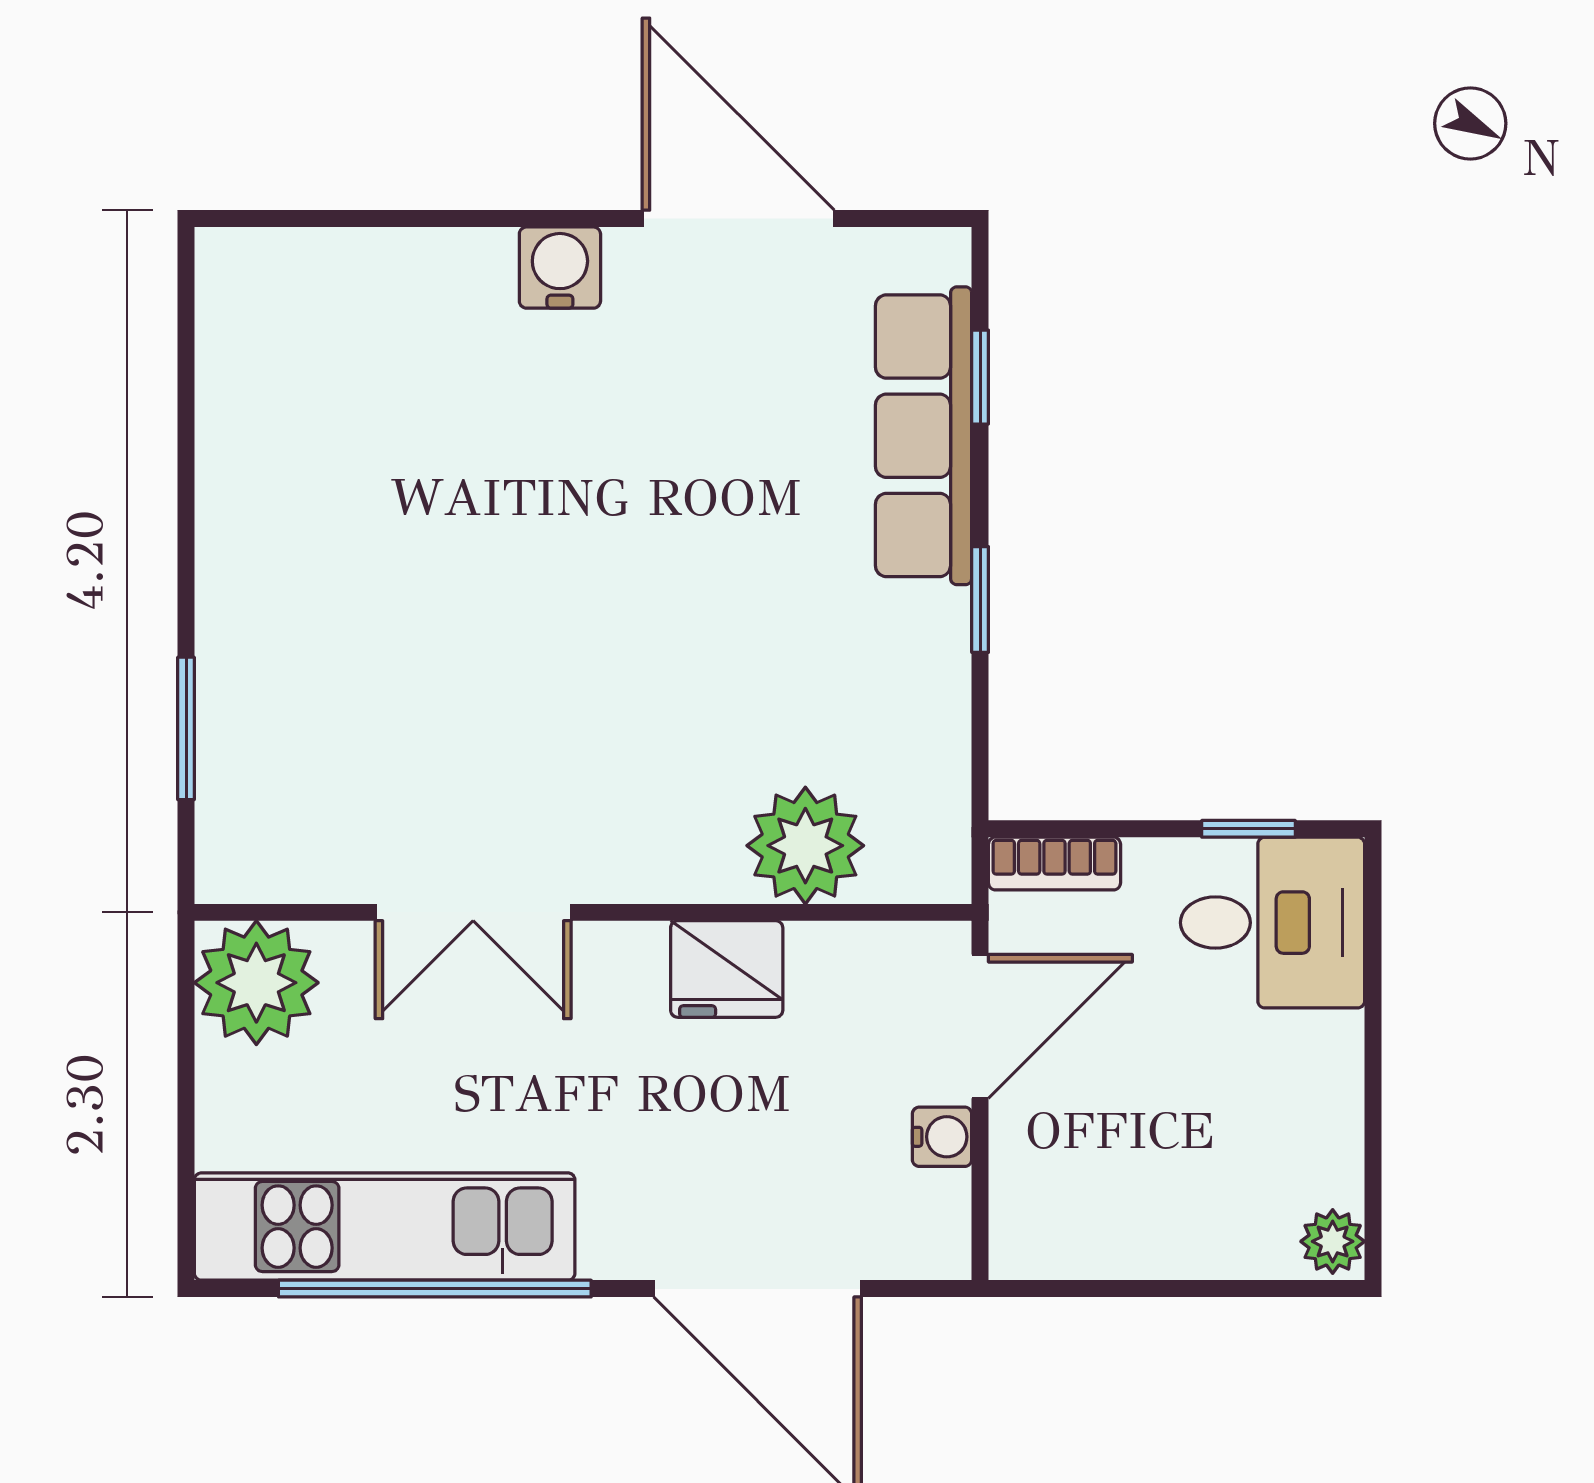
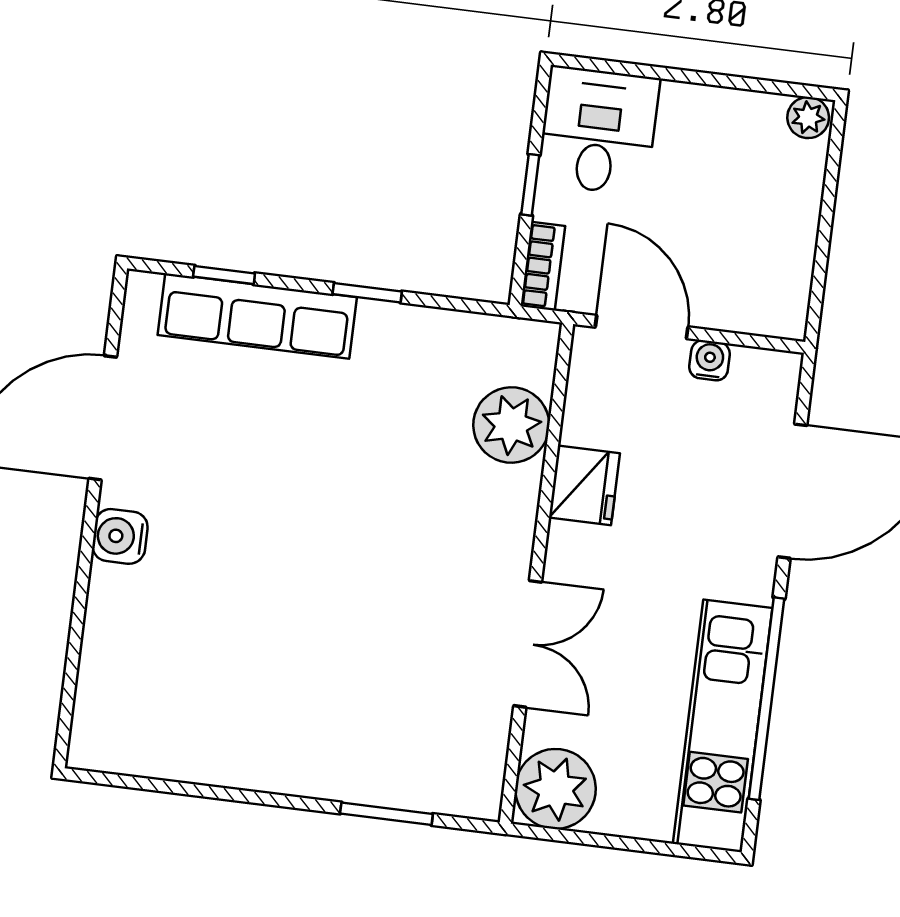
window: (1249, 829) -> (530, 185), moved

